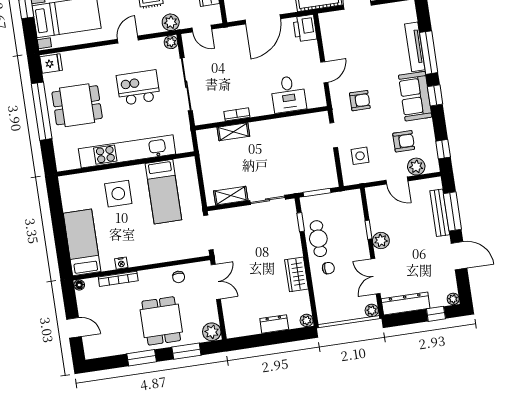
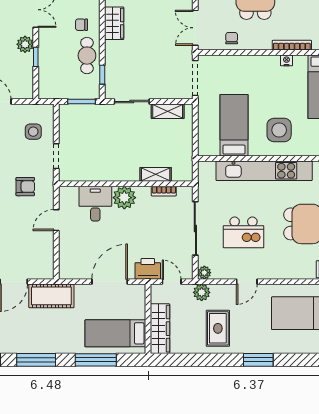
printer: (305, 28) -> (148, 269), moved, turned -90
armchair: (360, 101) -> (25, 187), turned 180
plant: (261, 104) -> (124, 198), added
bookcase: (237, 114) -> (164, 191), moved

